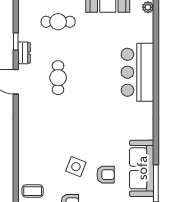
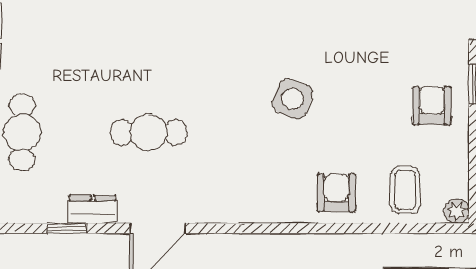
side table: (76, 167) -> (293, 99), moved
armchair: (106, 175) -> (336, 193), moved

